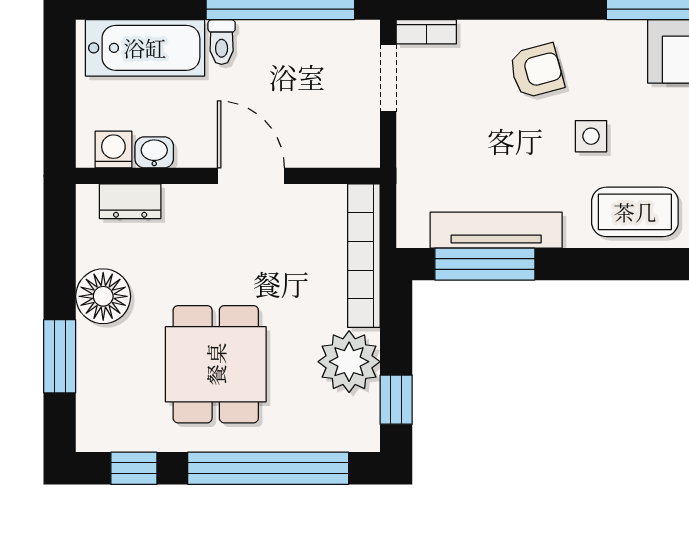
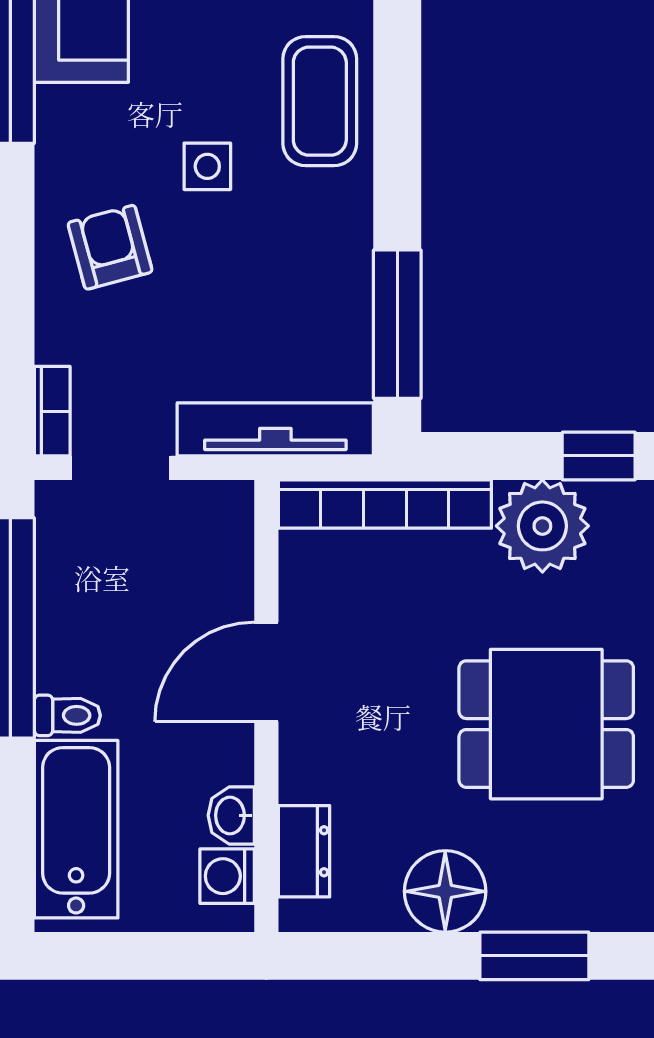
tv unit: (496, 230) -> (275, 429), moved, turned 90

